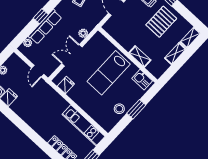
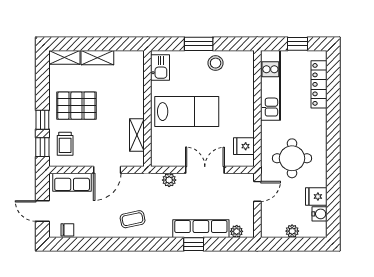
double door: (72, 55) -> (205, 170), swing flipped
shelving: (140, 56) -> (137, 135), moved
round table: (38, 103) -> (292, 158), added

